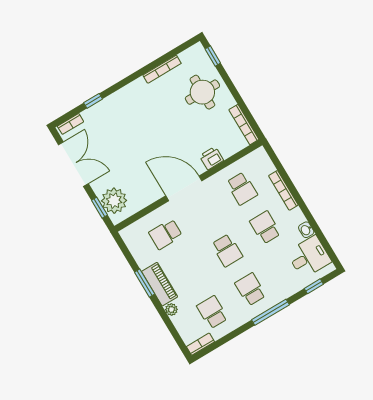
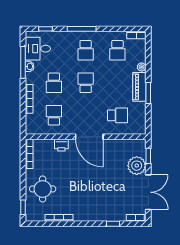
double door: (73, 164) -> (148, 192), swing flipped
plant: (114, 201) -> (137, 166), moved
window: (317, 230) -> (23, 62), added

